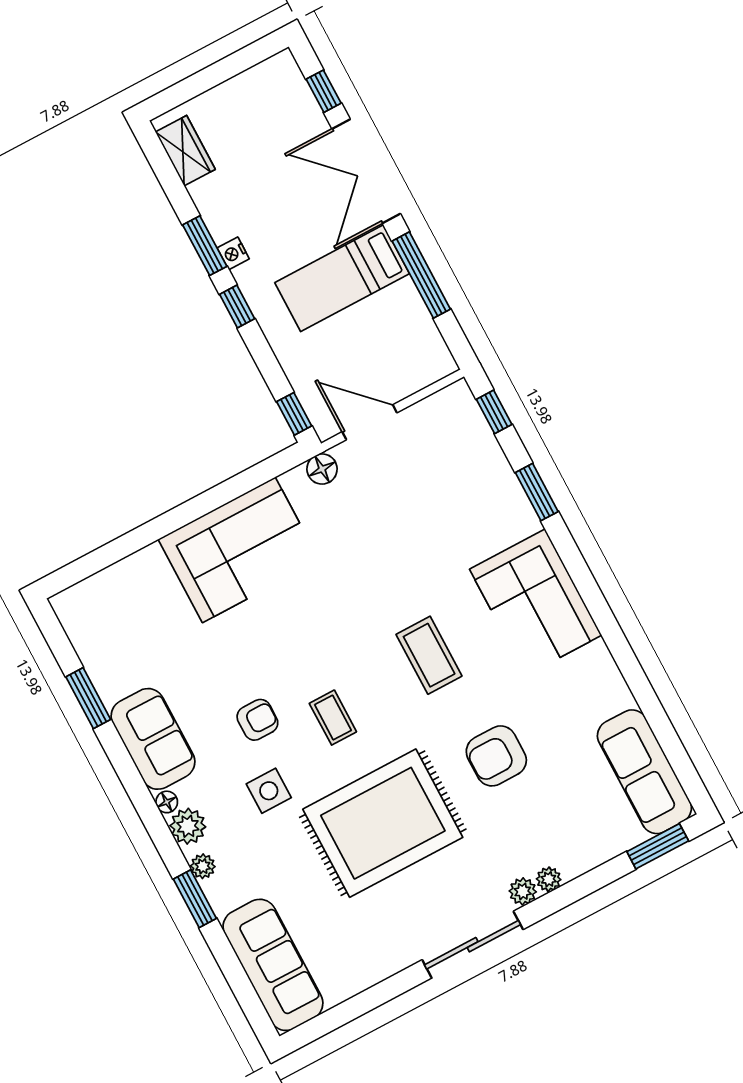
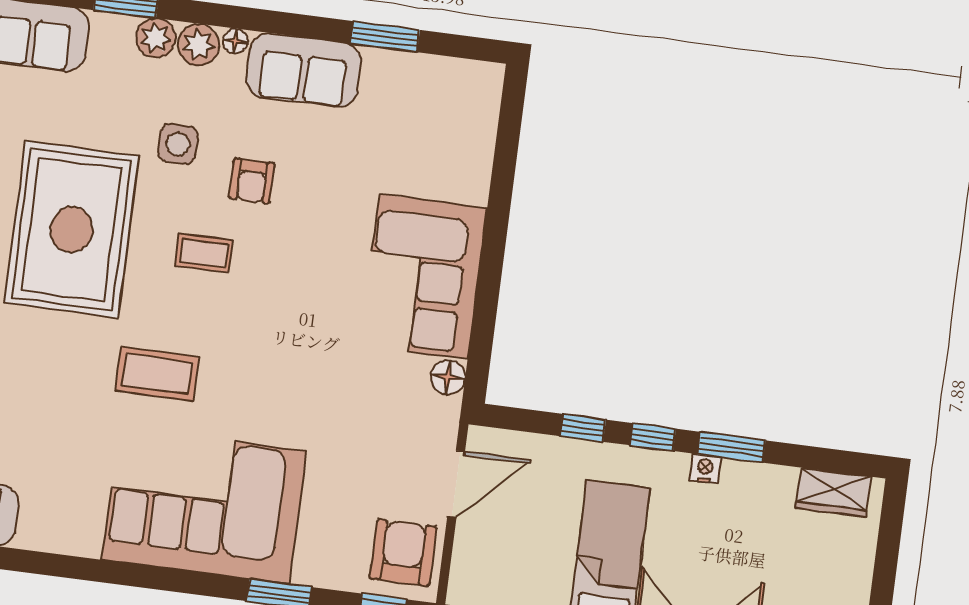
window: (294, 414) -> (583, 428), moved
floor lamp: (322, 469) -> (448, 377), moved
corner sofa: (536, 602) -> (204, 505), width x1.36, depth x1.36
coffee table: (429, 655) -> (157, 374), moved
armchair: (496, 756) -> (403, 553), moved
plant: (203, 866) -> (156, 38), width x1.38, depth x1.38

